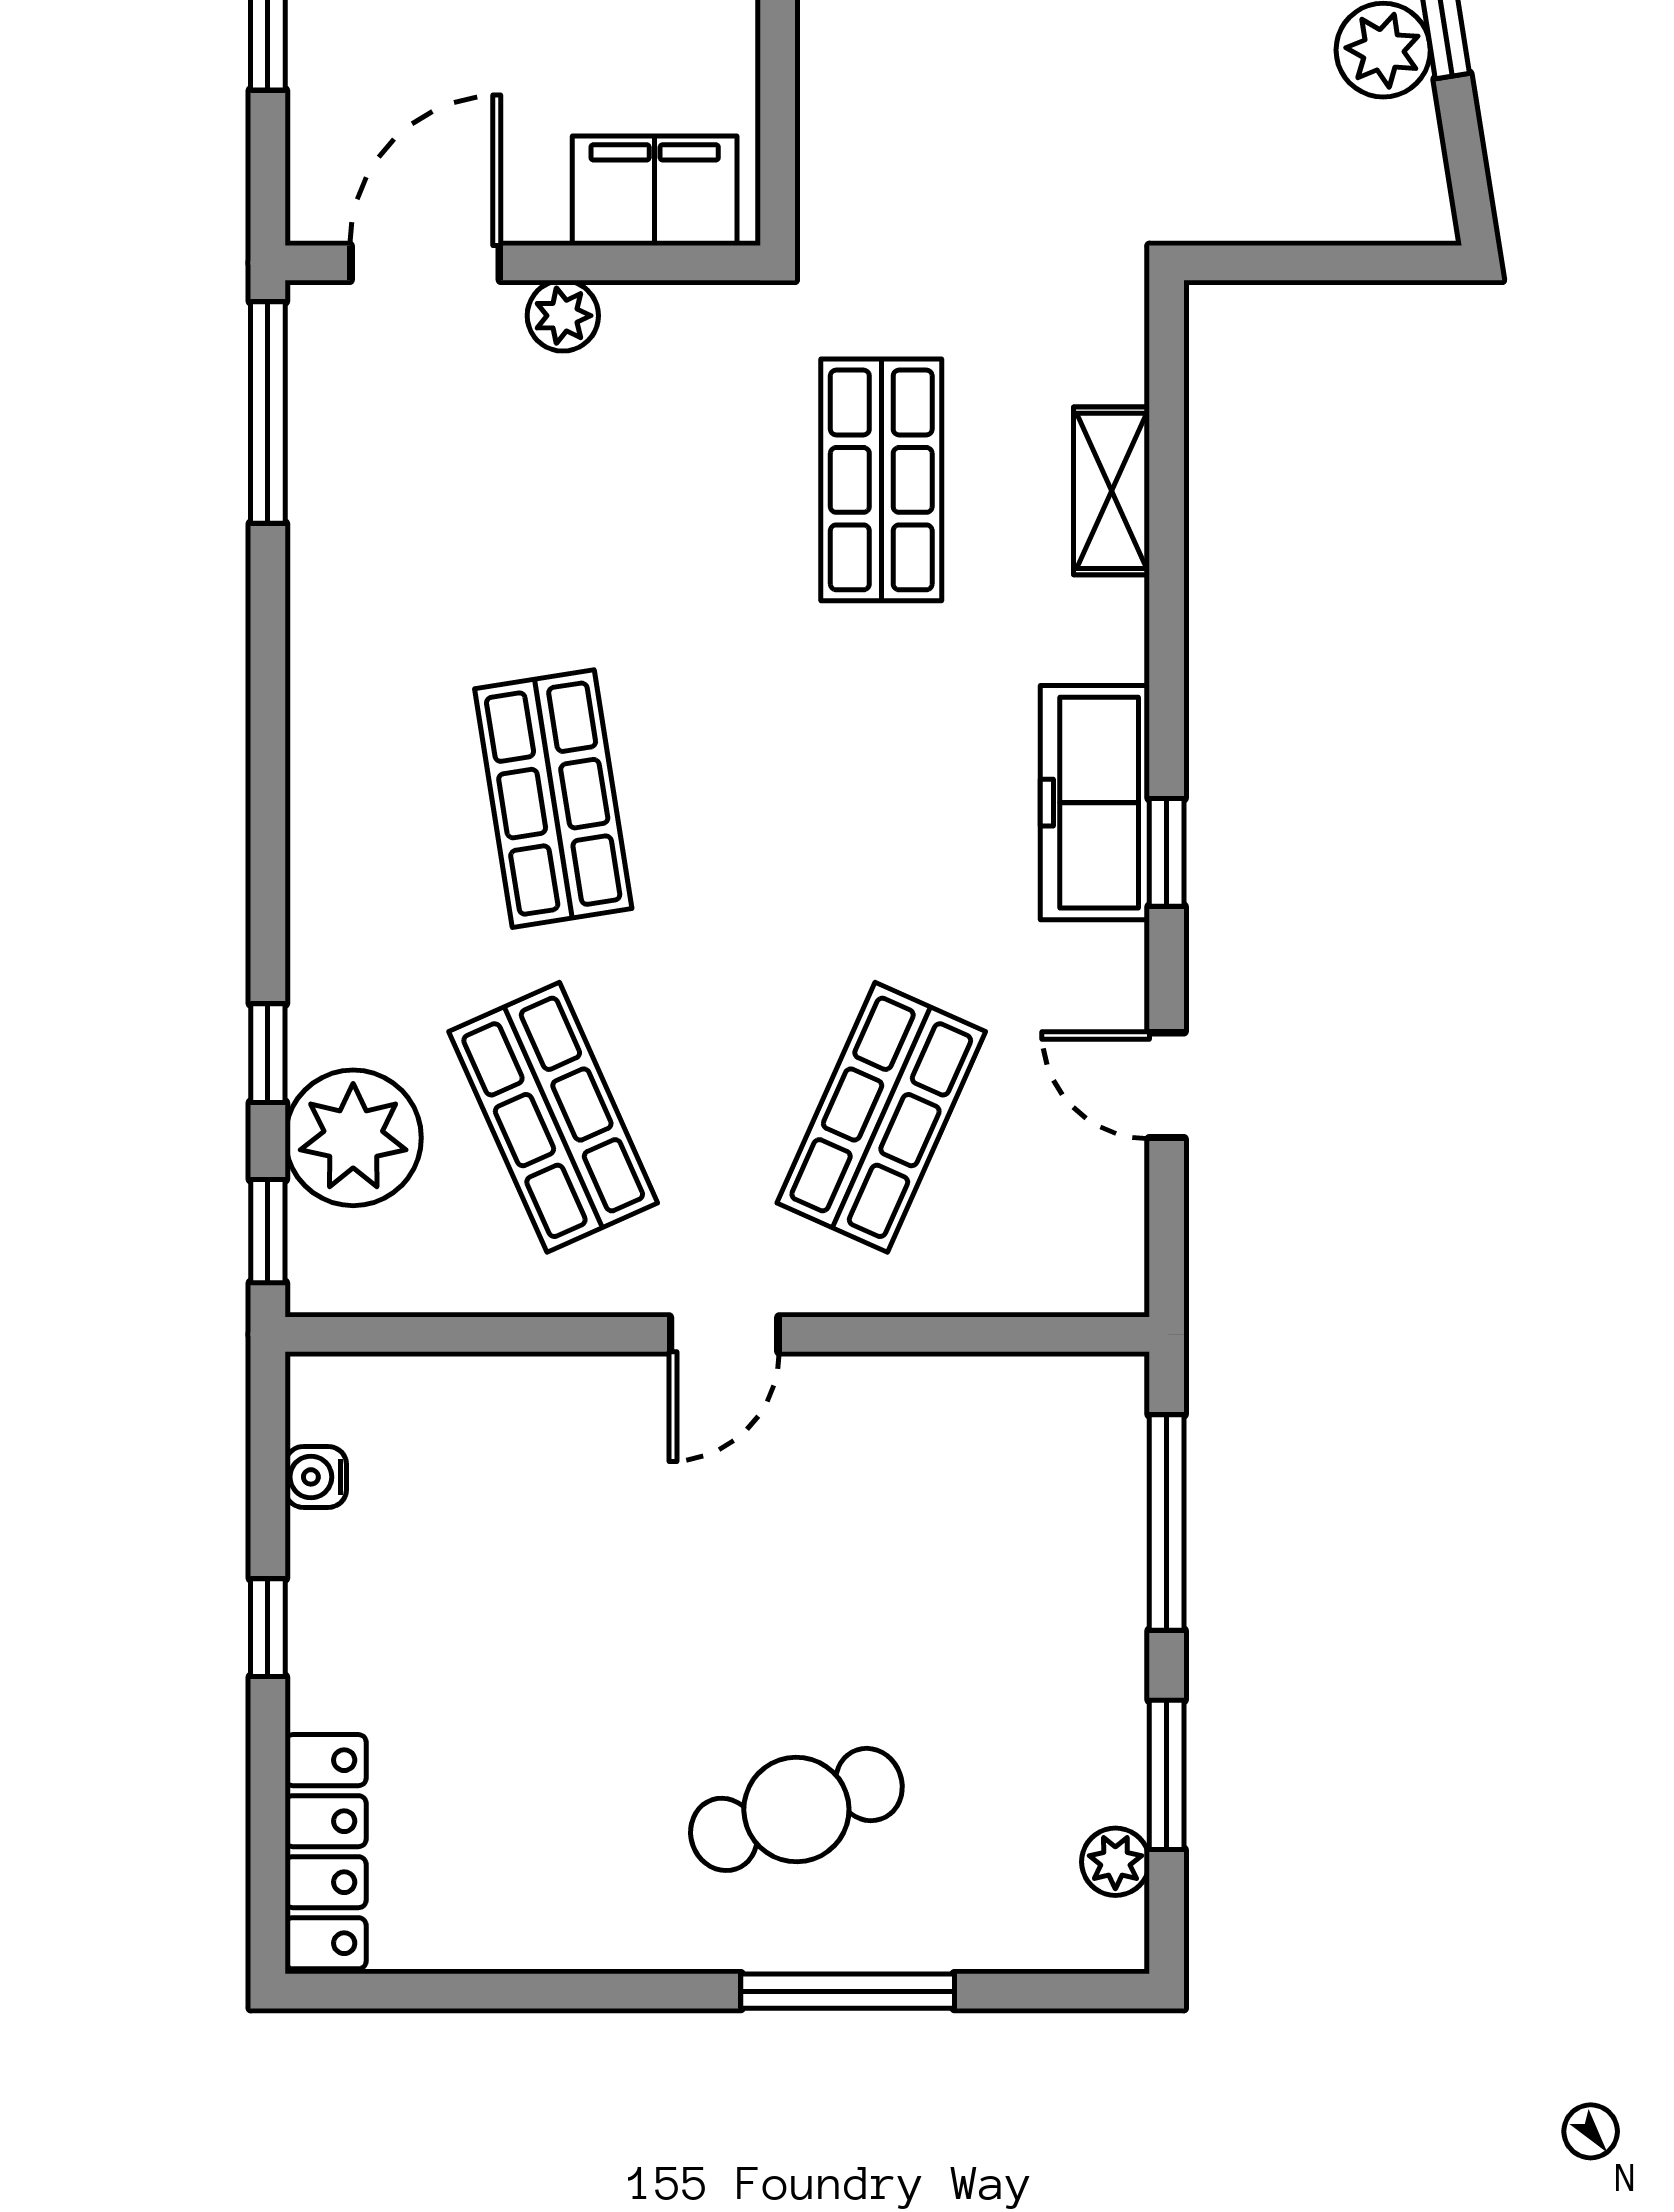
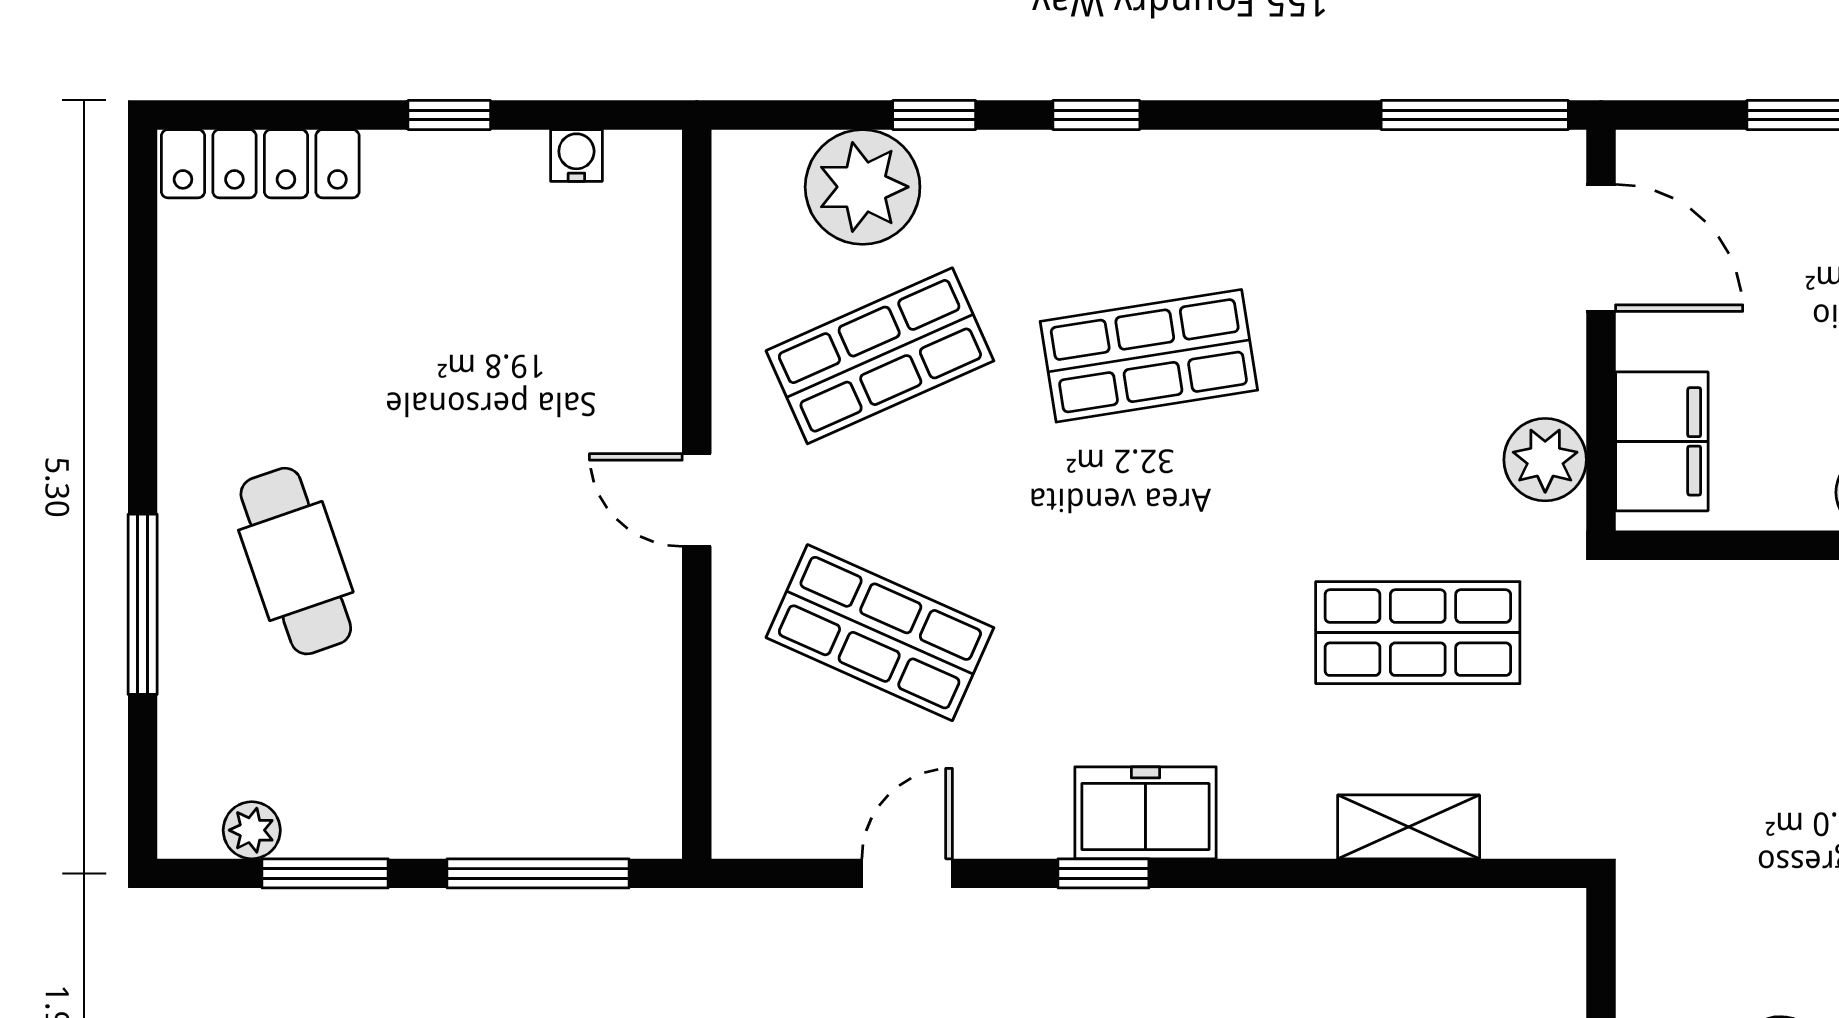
plant: (563, 316) -> (1545, 460), moved, width x1.38, depth x1.38
freezer: (1095, 803) -> (1145, 813), width x0.71
window: (268, 1231) -> (1096, 115), moved

